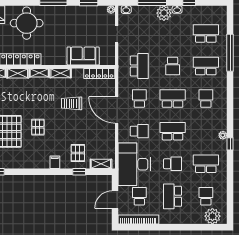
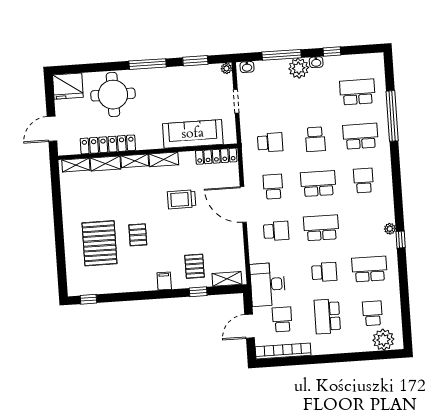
sofa: (83, 56) -> (193, 134), width x1.36
school desk: (139, 66) -> (270, 142), width x0.54
desk: (134, 164) -> (268, 284), width x0.73, depth x0.77

